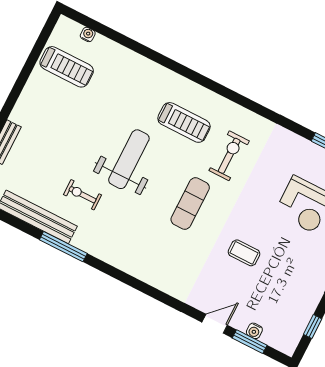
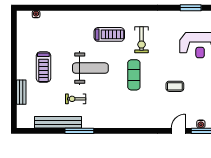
treadmill: (67, 67) -> (43, 67), moved, turned 90
exercise bike: (229, 156) -> (142, 40), turned 180
weight bench: (129, 159) -> (90, 68), turned 90

